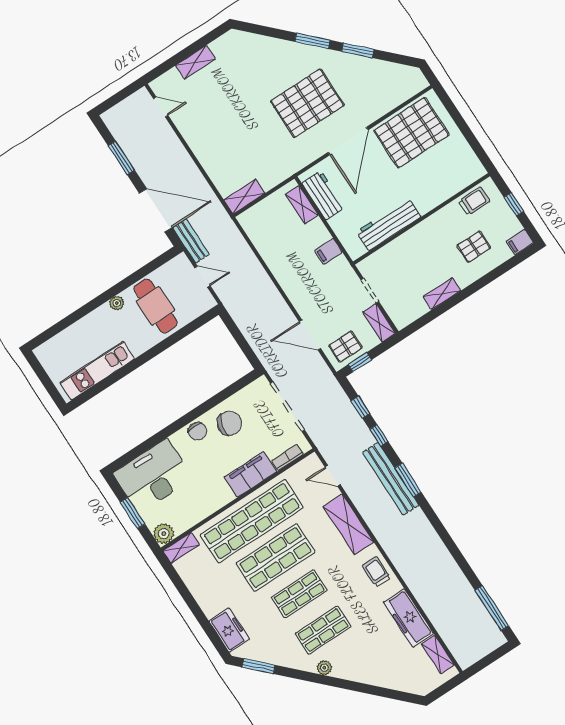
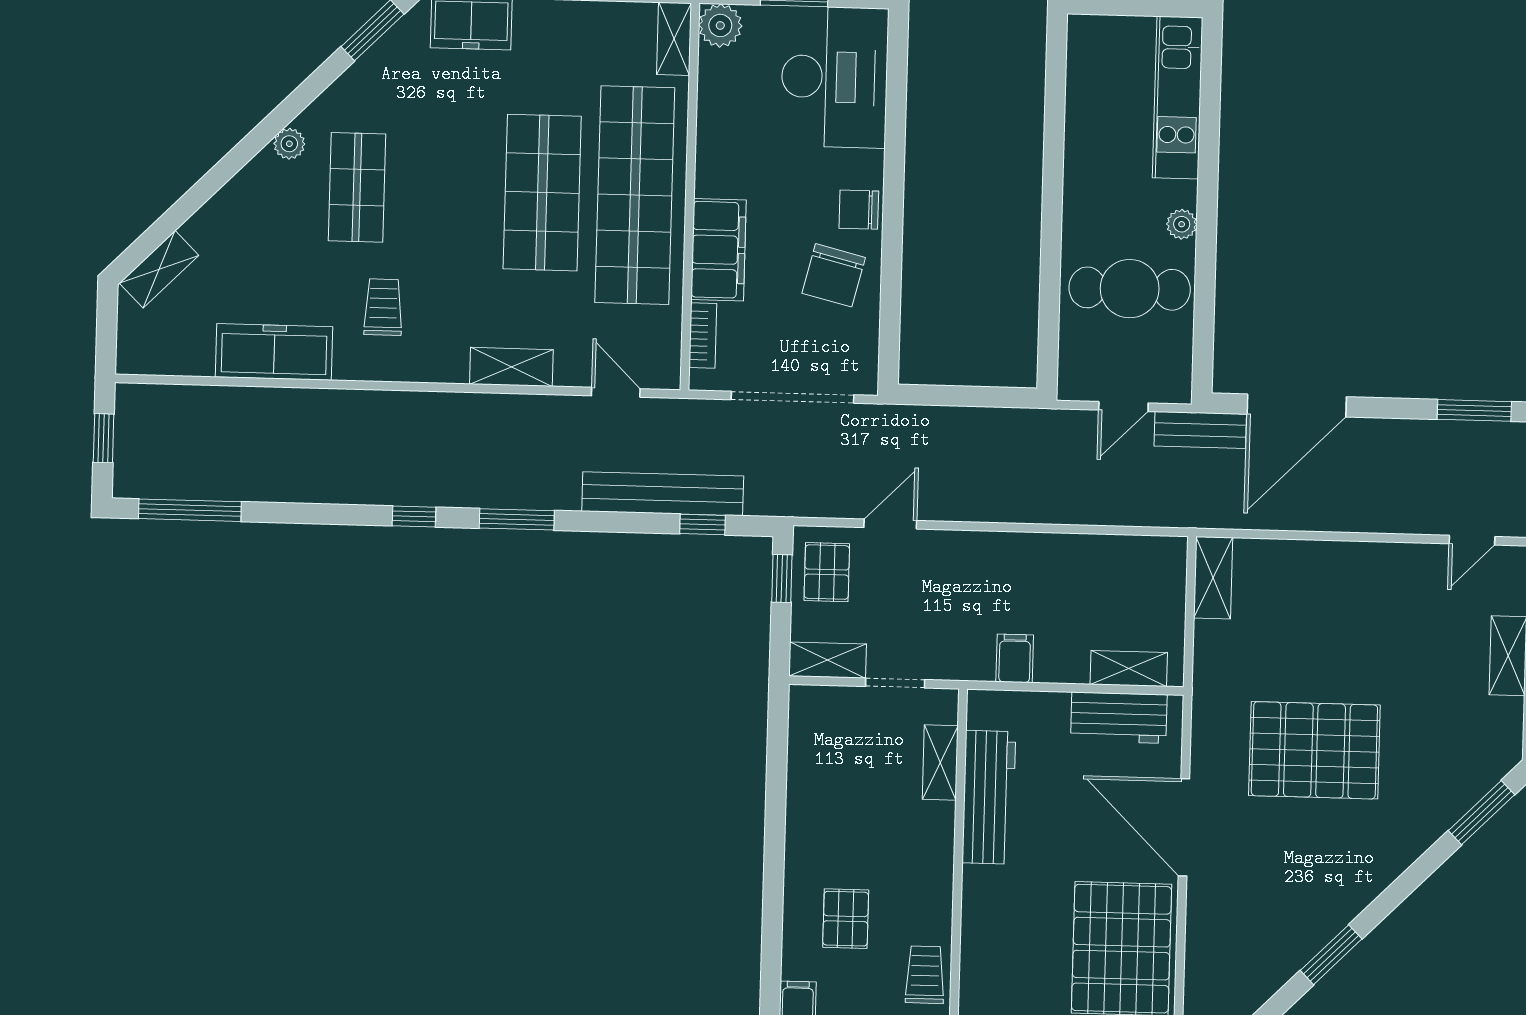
window: (312, 41) -> (1481, 813), moved
pallet: (307, 103) -> (1314, 750), moved, turned 90
window: (121, 158) -> (1474, 410), moved
trolley: (474, 201) -> (925, 975), turned 180
shelving: (442, 294) -> (940, 763), moved
door: (310, 335) -> (890, 524), width x0.73
kitchen unit: (97, 371) -> (1178, 97), moved, turned 180
window: (379, 435) -> (414, 516), moved
door: (333, 476) -> (616, 392), hinge flipped
bench: (391, 479) -> (663, 494), moved
shelving: (348, 524) -> (511, 367), width x0.67, depth x0.75
trolley: (377, 572) -> (383, 307), moved, turned -90
shop shelf: (299, 594) -> (450, 190), removed
shelving: (438, 654) -> (159, 269), moved, turned -45
window: (487, 661) -> (104, 438), added

